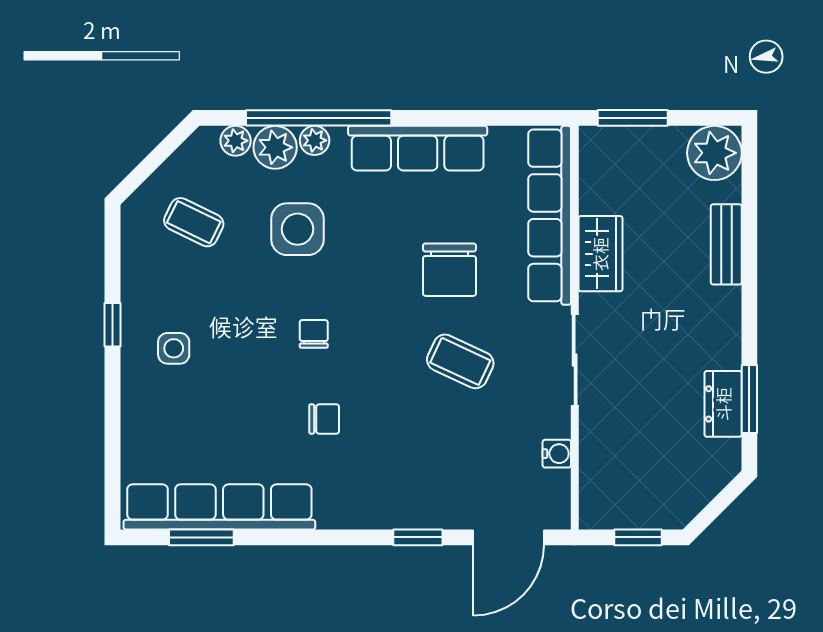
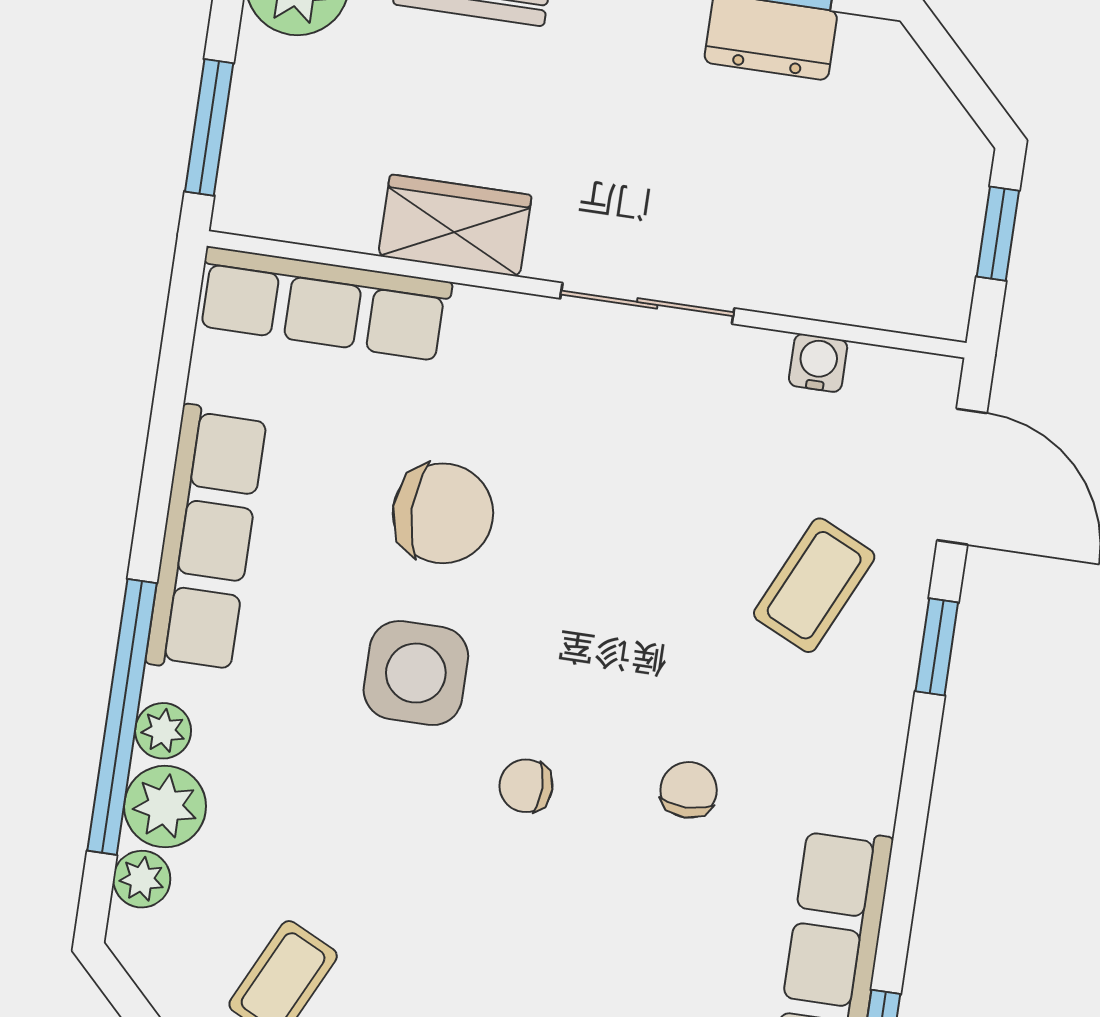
row of seats: (550, 215) -> (324, 304), width x0.73
side table: (298, 229) -> (416, 673), moved
coffee table: (460, 361) -> (814, 585), moved

